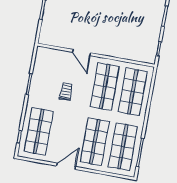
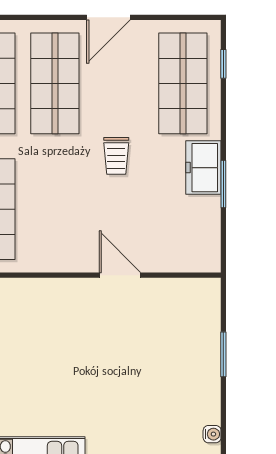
shop shelf: (105, 87) -> (55, 209), removed
trolley: (66, 92) -> (116, 156), moved
freezer: (36, 93) -> (203, 168), added

